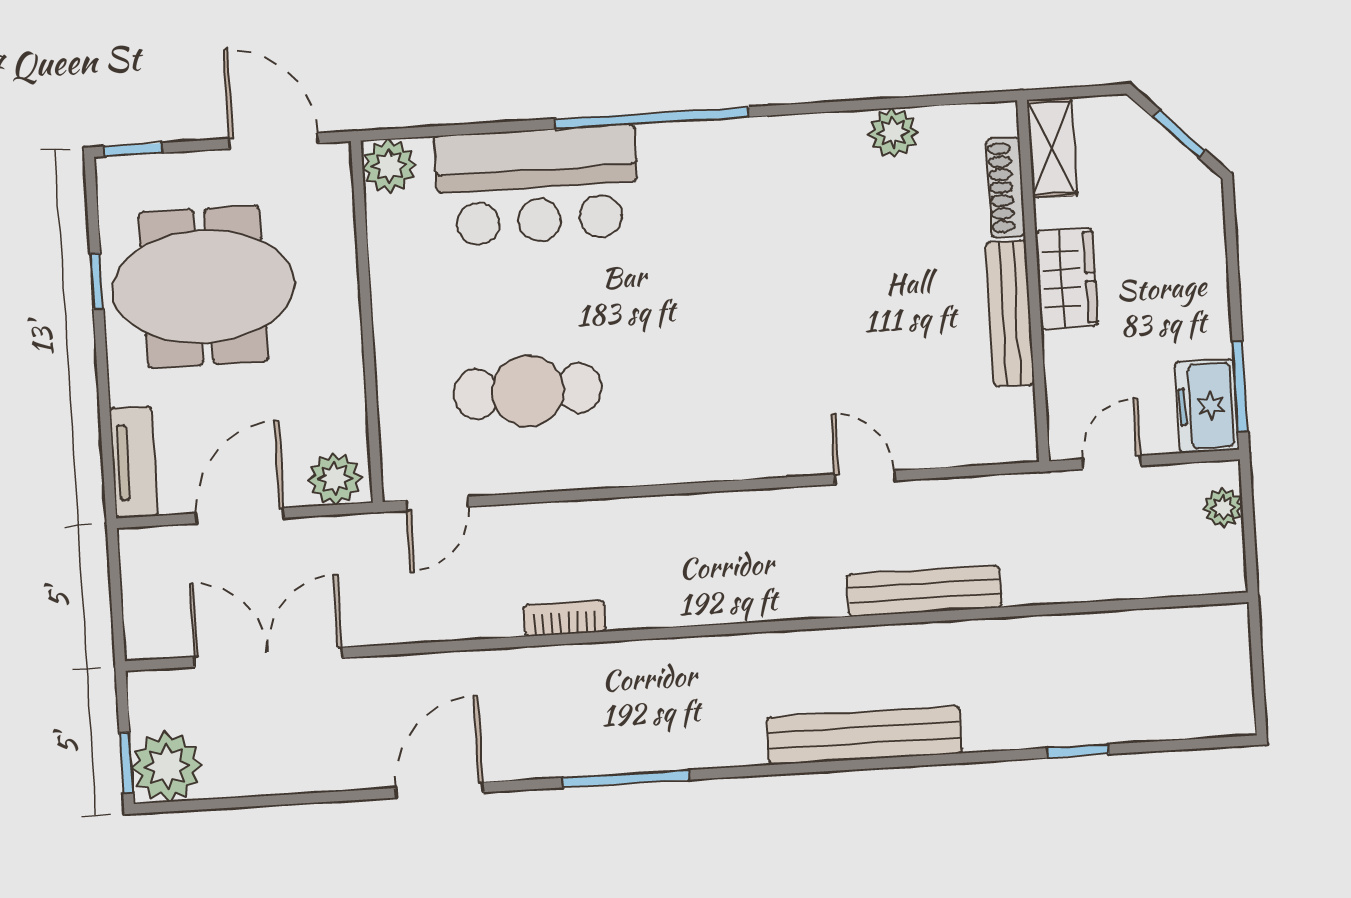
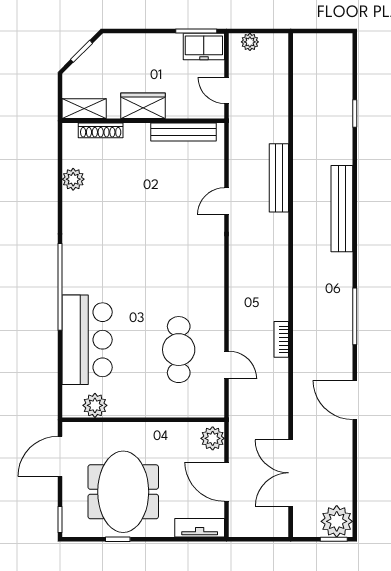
plant: (389, 166) -> (95, 405), moved
bench: (1010, 313) -> (184, 132), moved
door: (437, 504) -> (227, 365), moved

